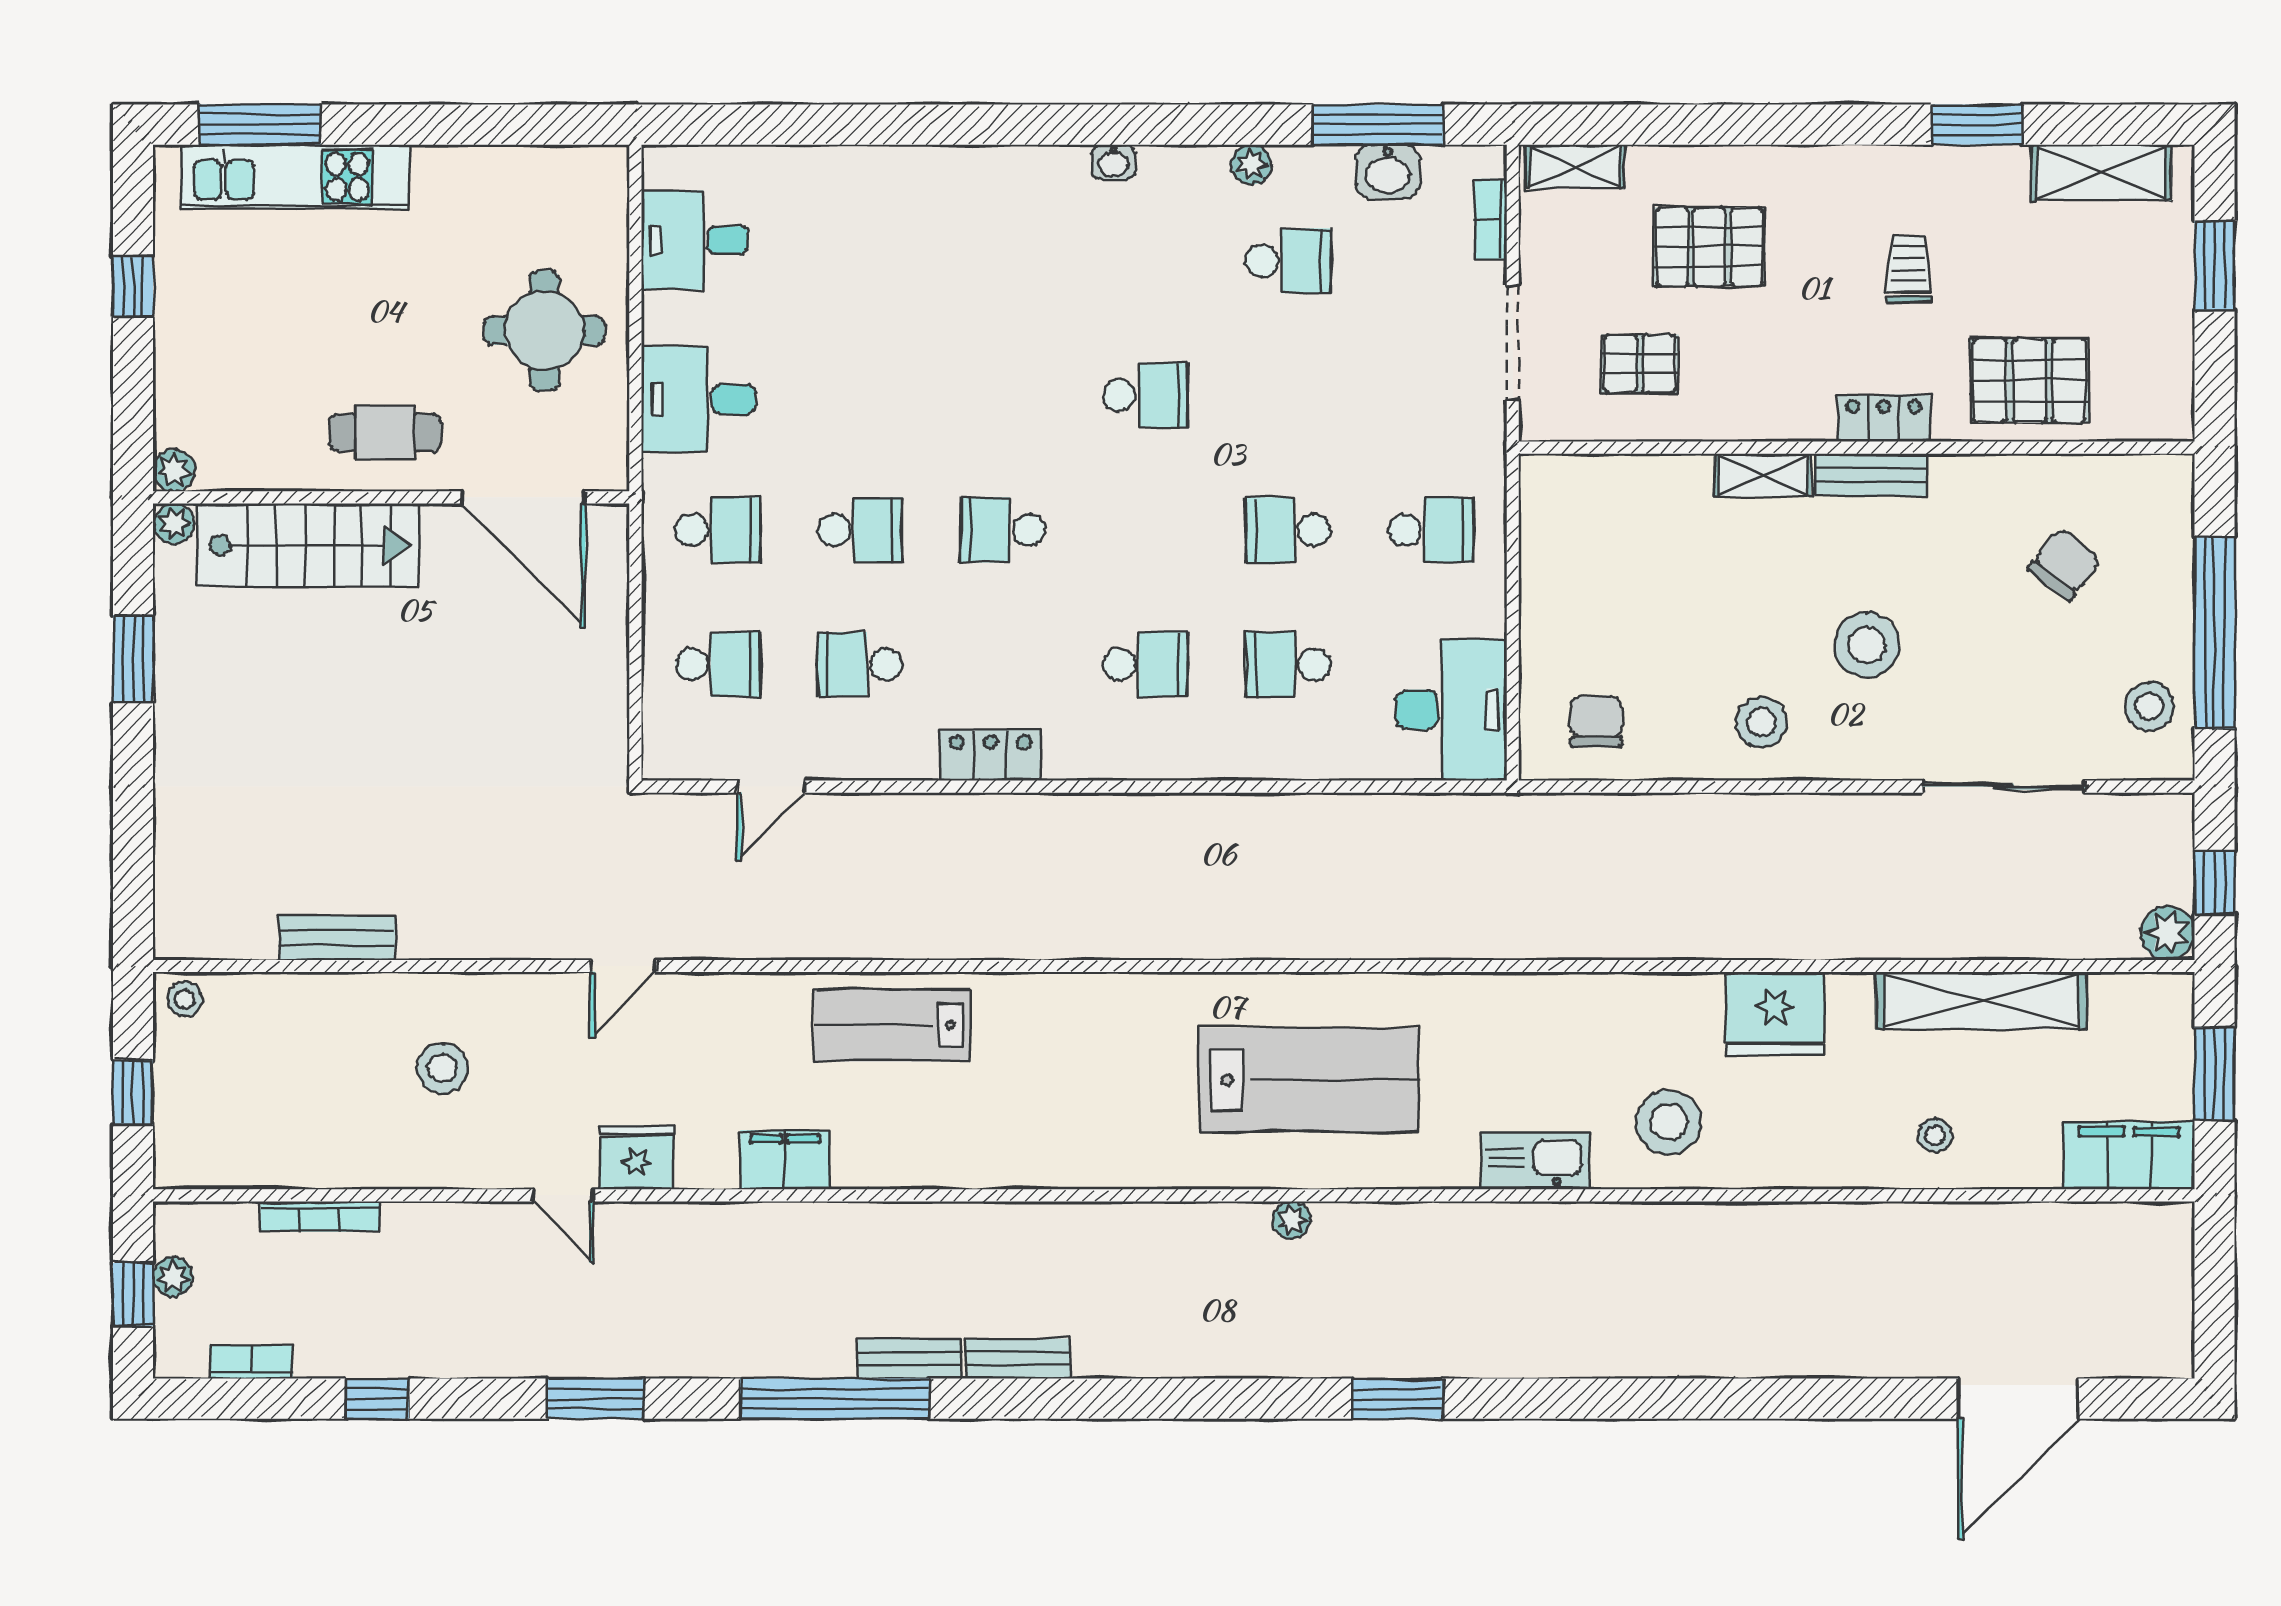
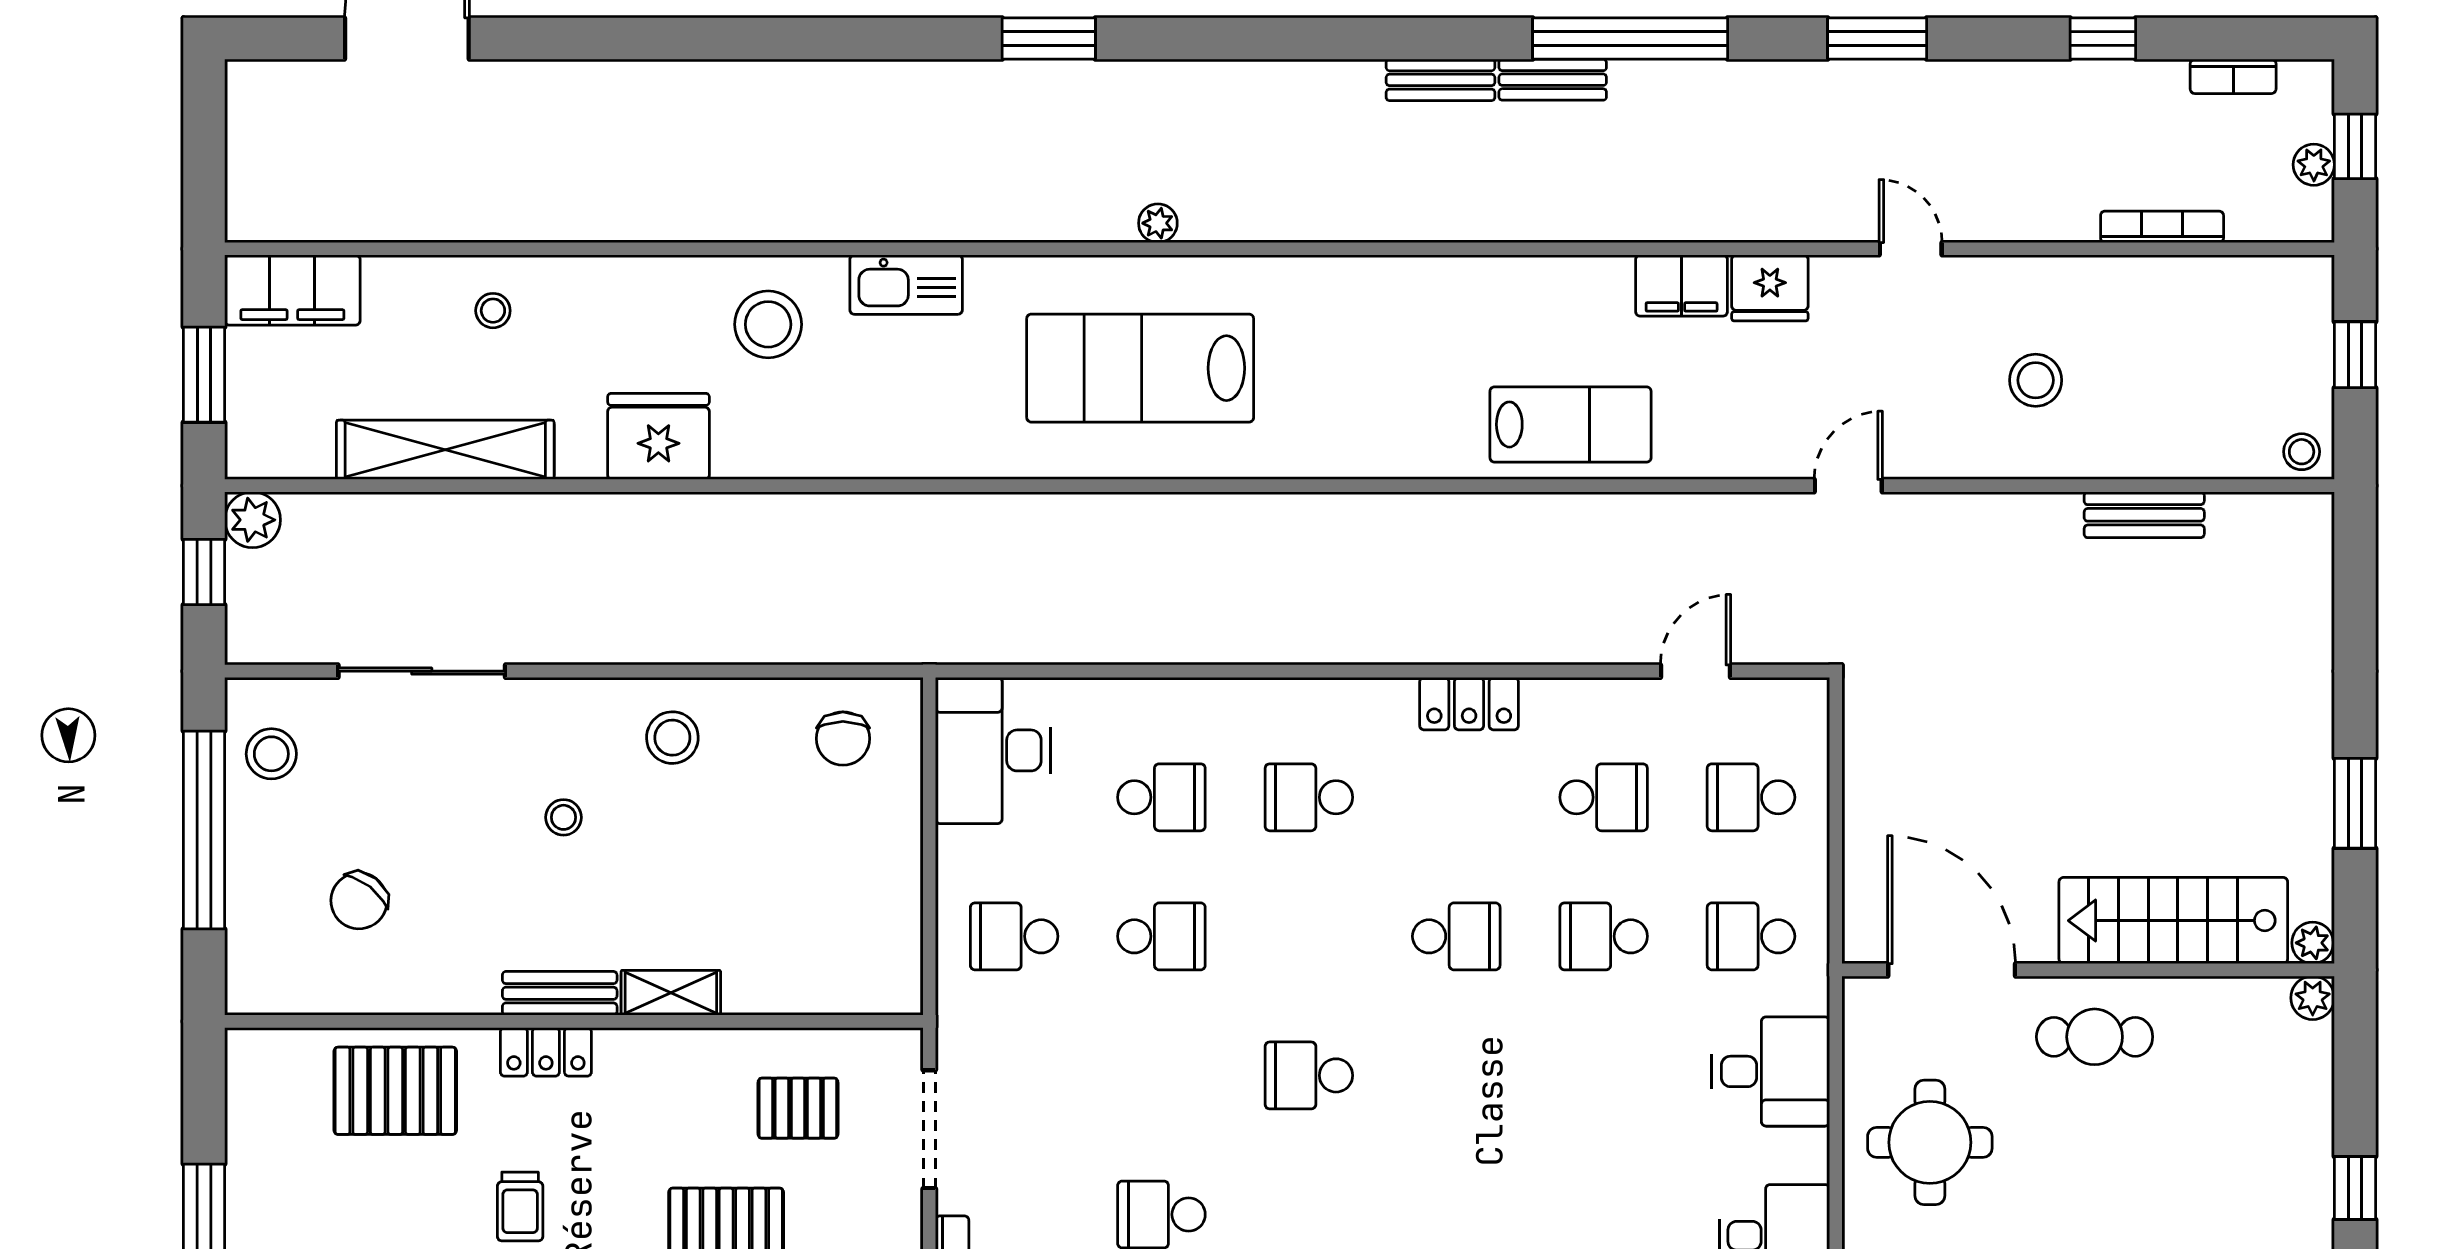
stool: (1867, 645) -> (564, 817), width x0.53, depth x0.53
fridge: (637, 1157) -> (1770, 288), moved

